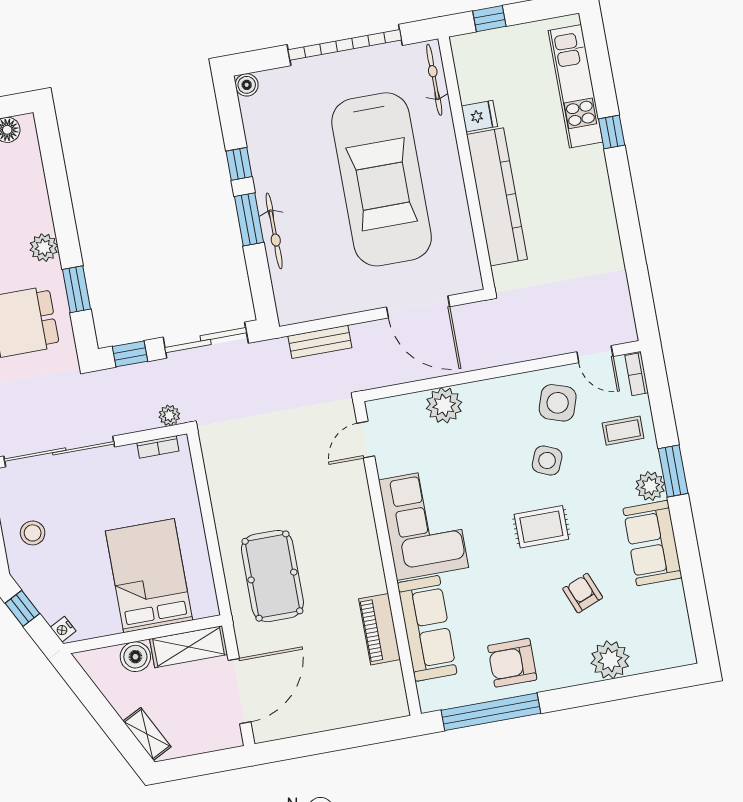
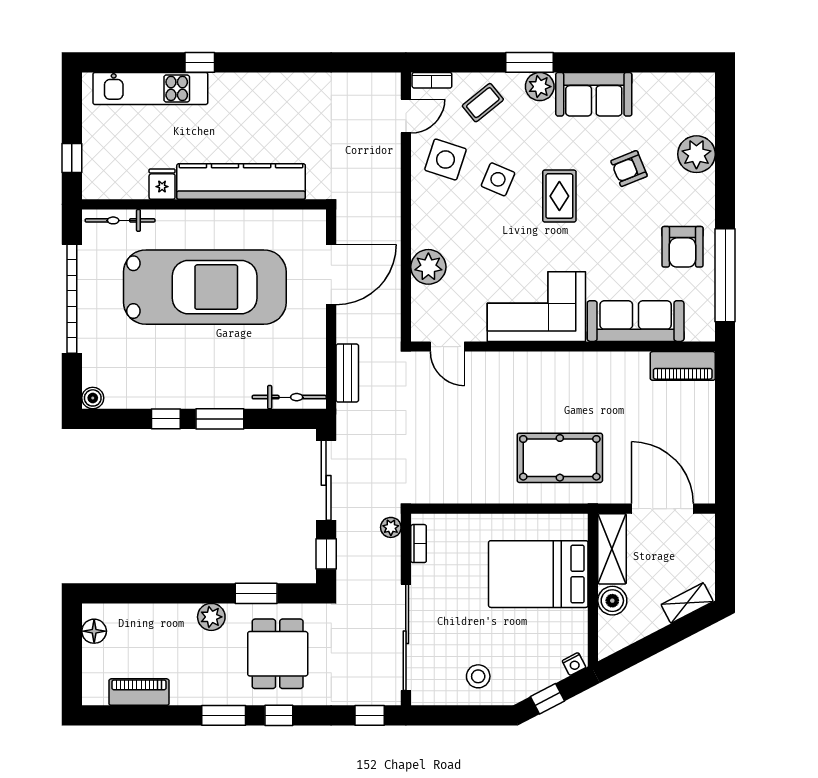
bicycle: (274, 231) -> (289, 397), moved
coffee table: (623, 431) -> (483, 103), turned 51
piano: (380, 629) -> (683, 366), moved

